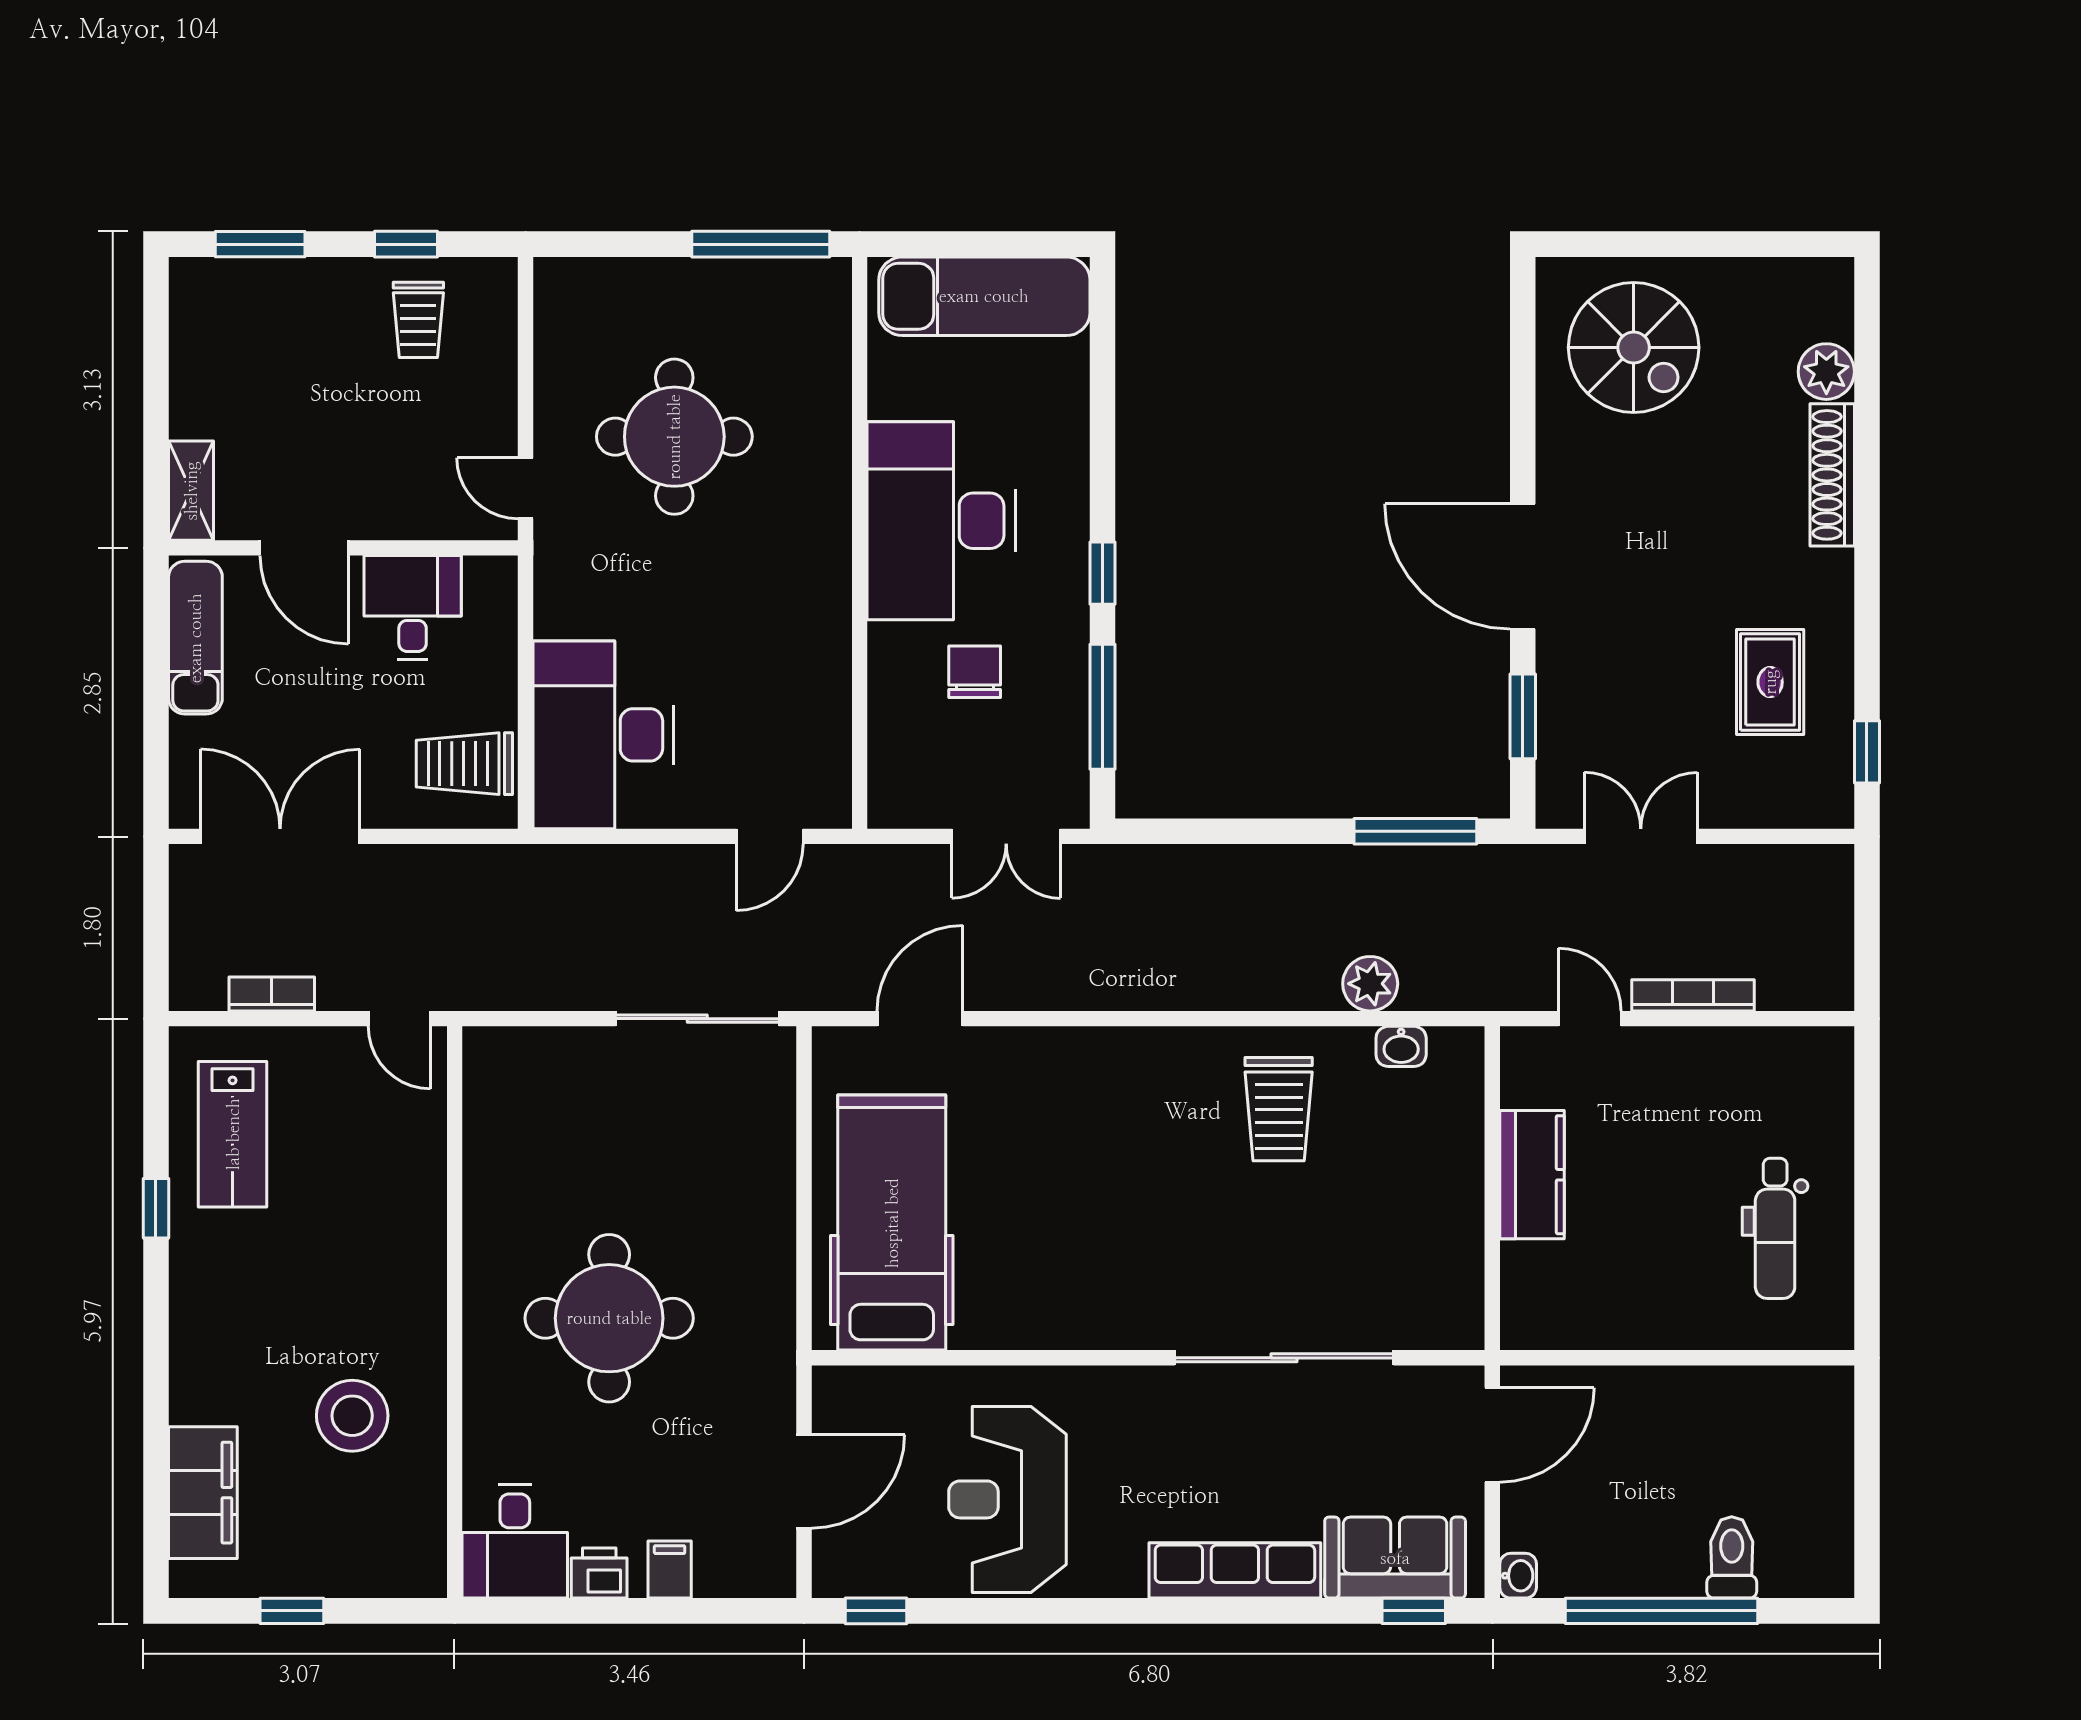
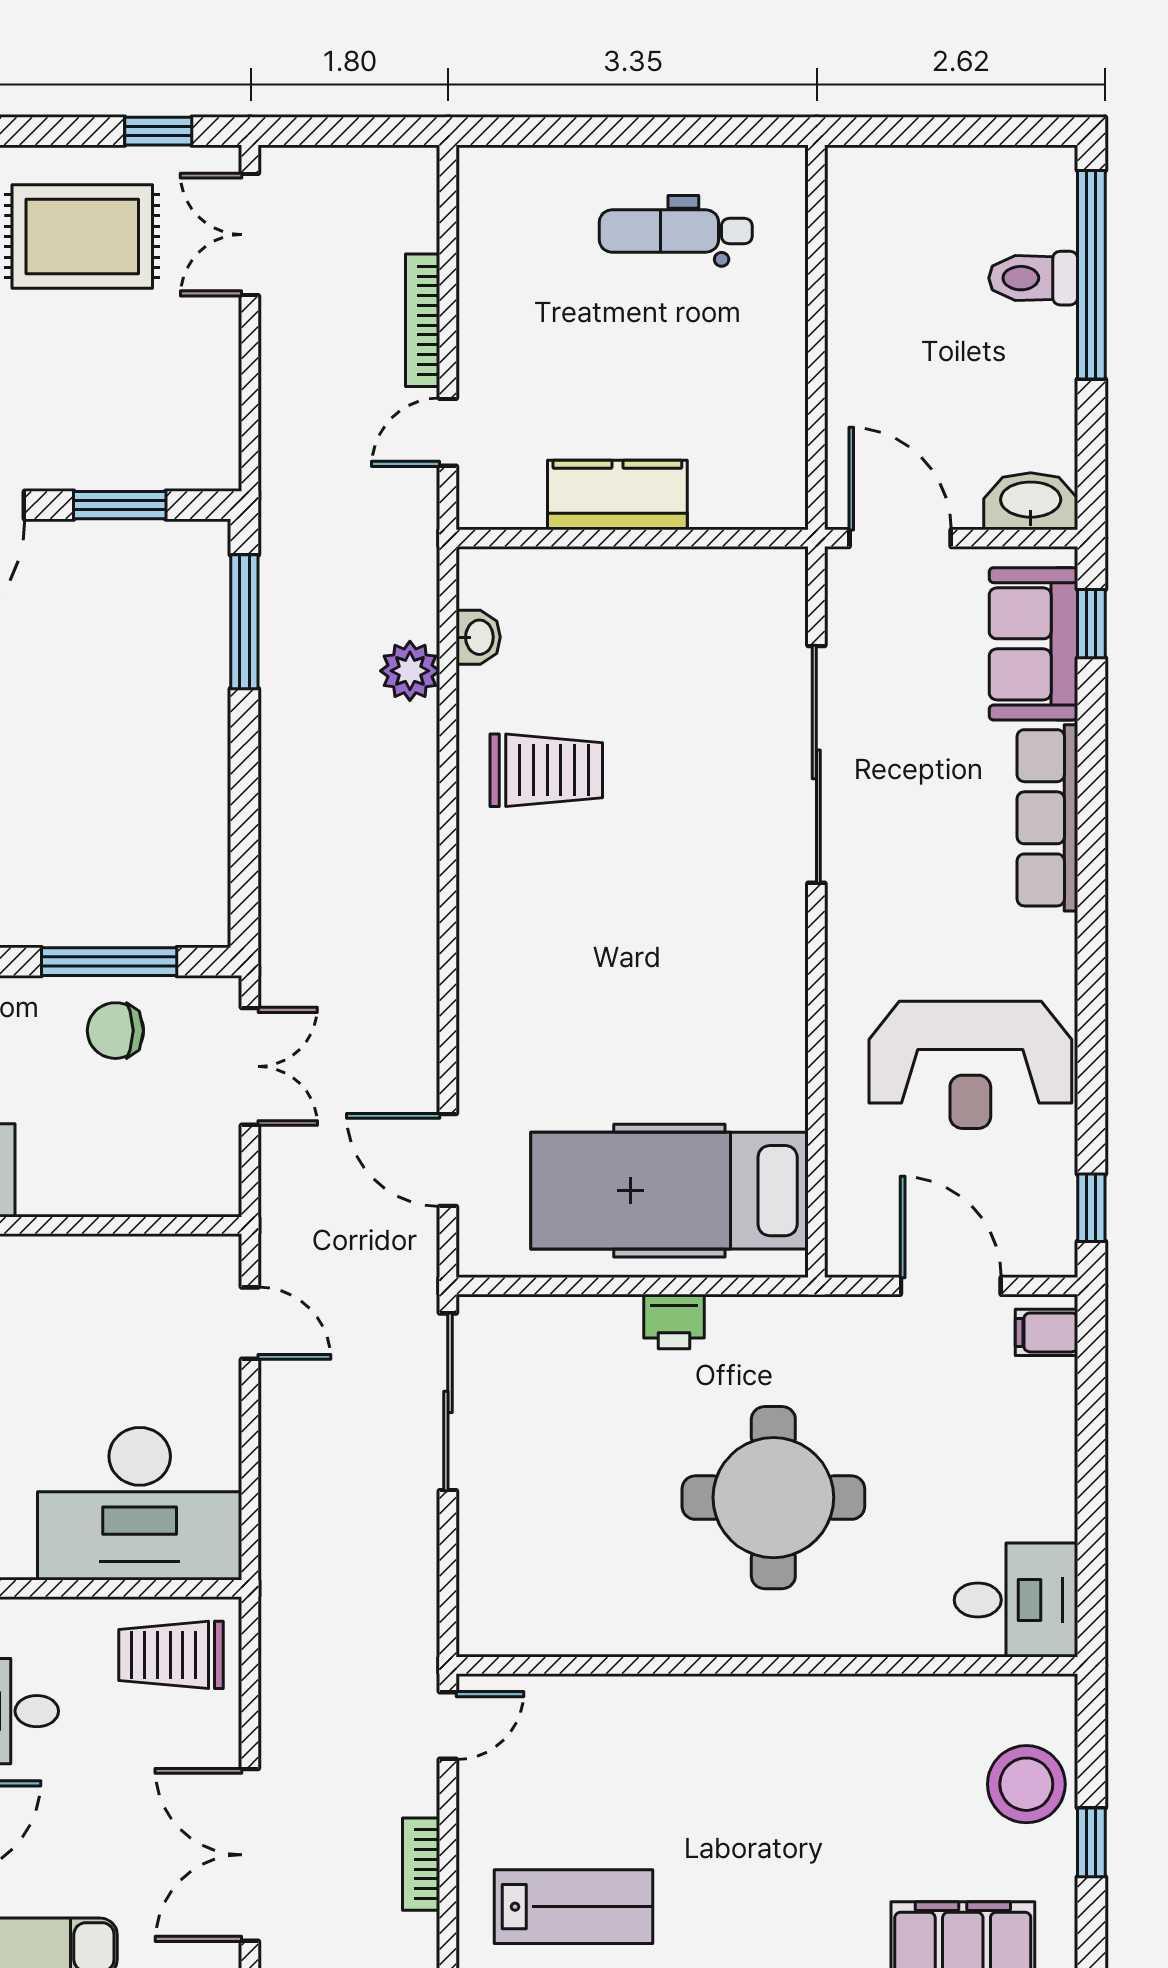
chair: (975, 672) -> (115, 1031), moved
rug: (1770, 682) -> (82, 236), width x1.36, depth x1.43
trolley: (464, 764) -> (171, 1655), turned 90
double door: (1641, 836) -> (250, 235), moved
dental chair: (1775, 1228) -> (676, 231), turned 180
stool: (352, 1416) -> (1026, 1784), moved
filing cabinet: (670, 1570) -> (1046, 1332), moved
printer: (599, 1573) -> (674, 1322), moved, turned -90
washbasin: (1518, 1576) -> (1031, 501), width x1.91, depth x1.45
window: (1661, 1611) -> (1091, 275), moved

